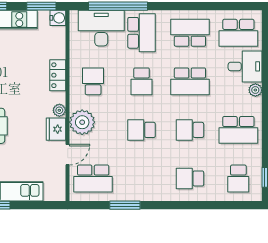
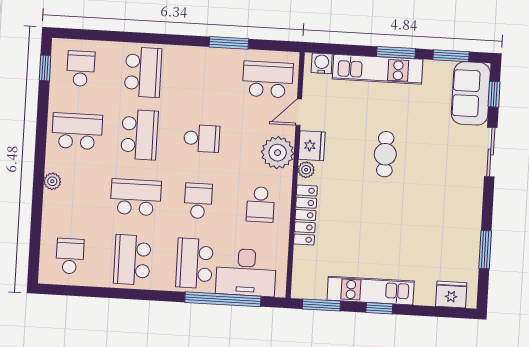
water cooler: (58, 18) -> (322, 63), moved, turned 90
school desk: (190, 33) -> (132, 260), turned 90
school desk: (238, 33) -> (70, 256), width x0.54
desk: (245, 66) -> (64, 212), removed
locker: (58, 75) -> (305, 215), width x1.53
school desk: (190, 130) -> (139, 135), width x1.85
school desk: (190, 178) -> (143, 72), width x1.85

